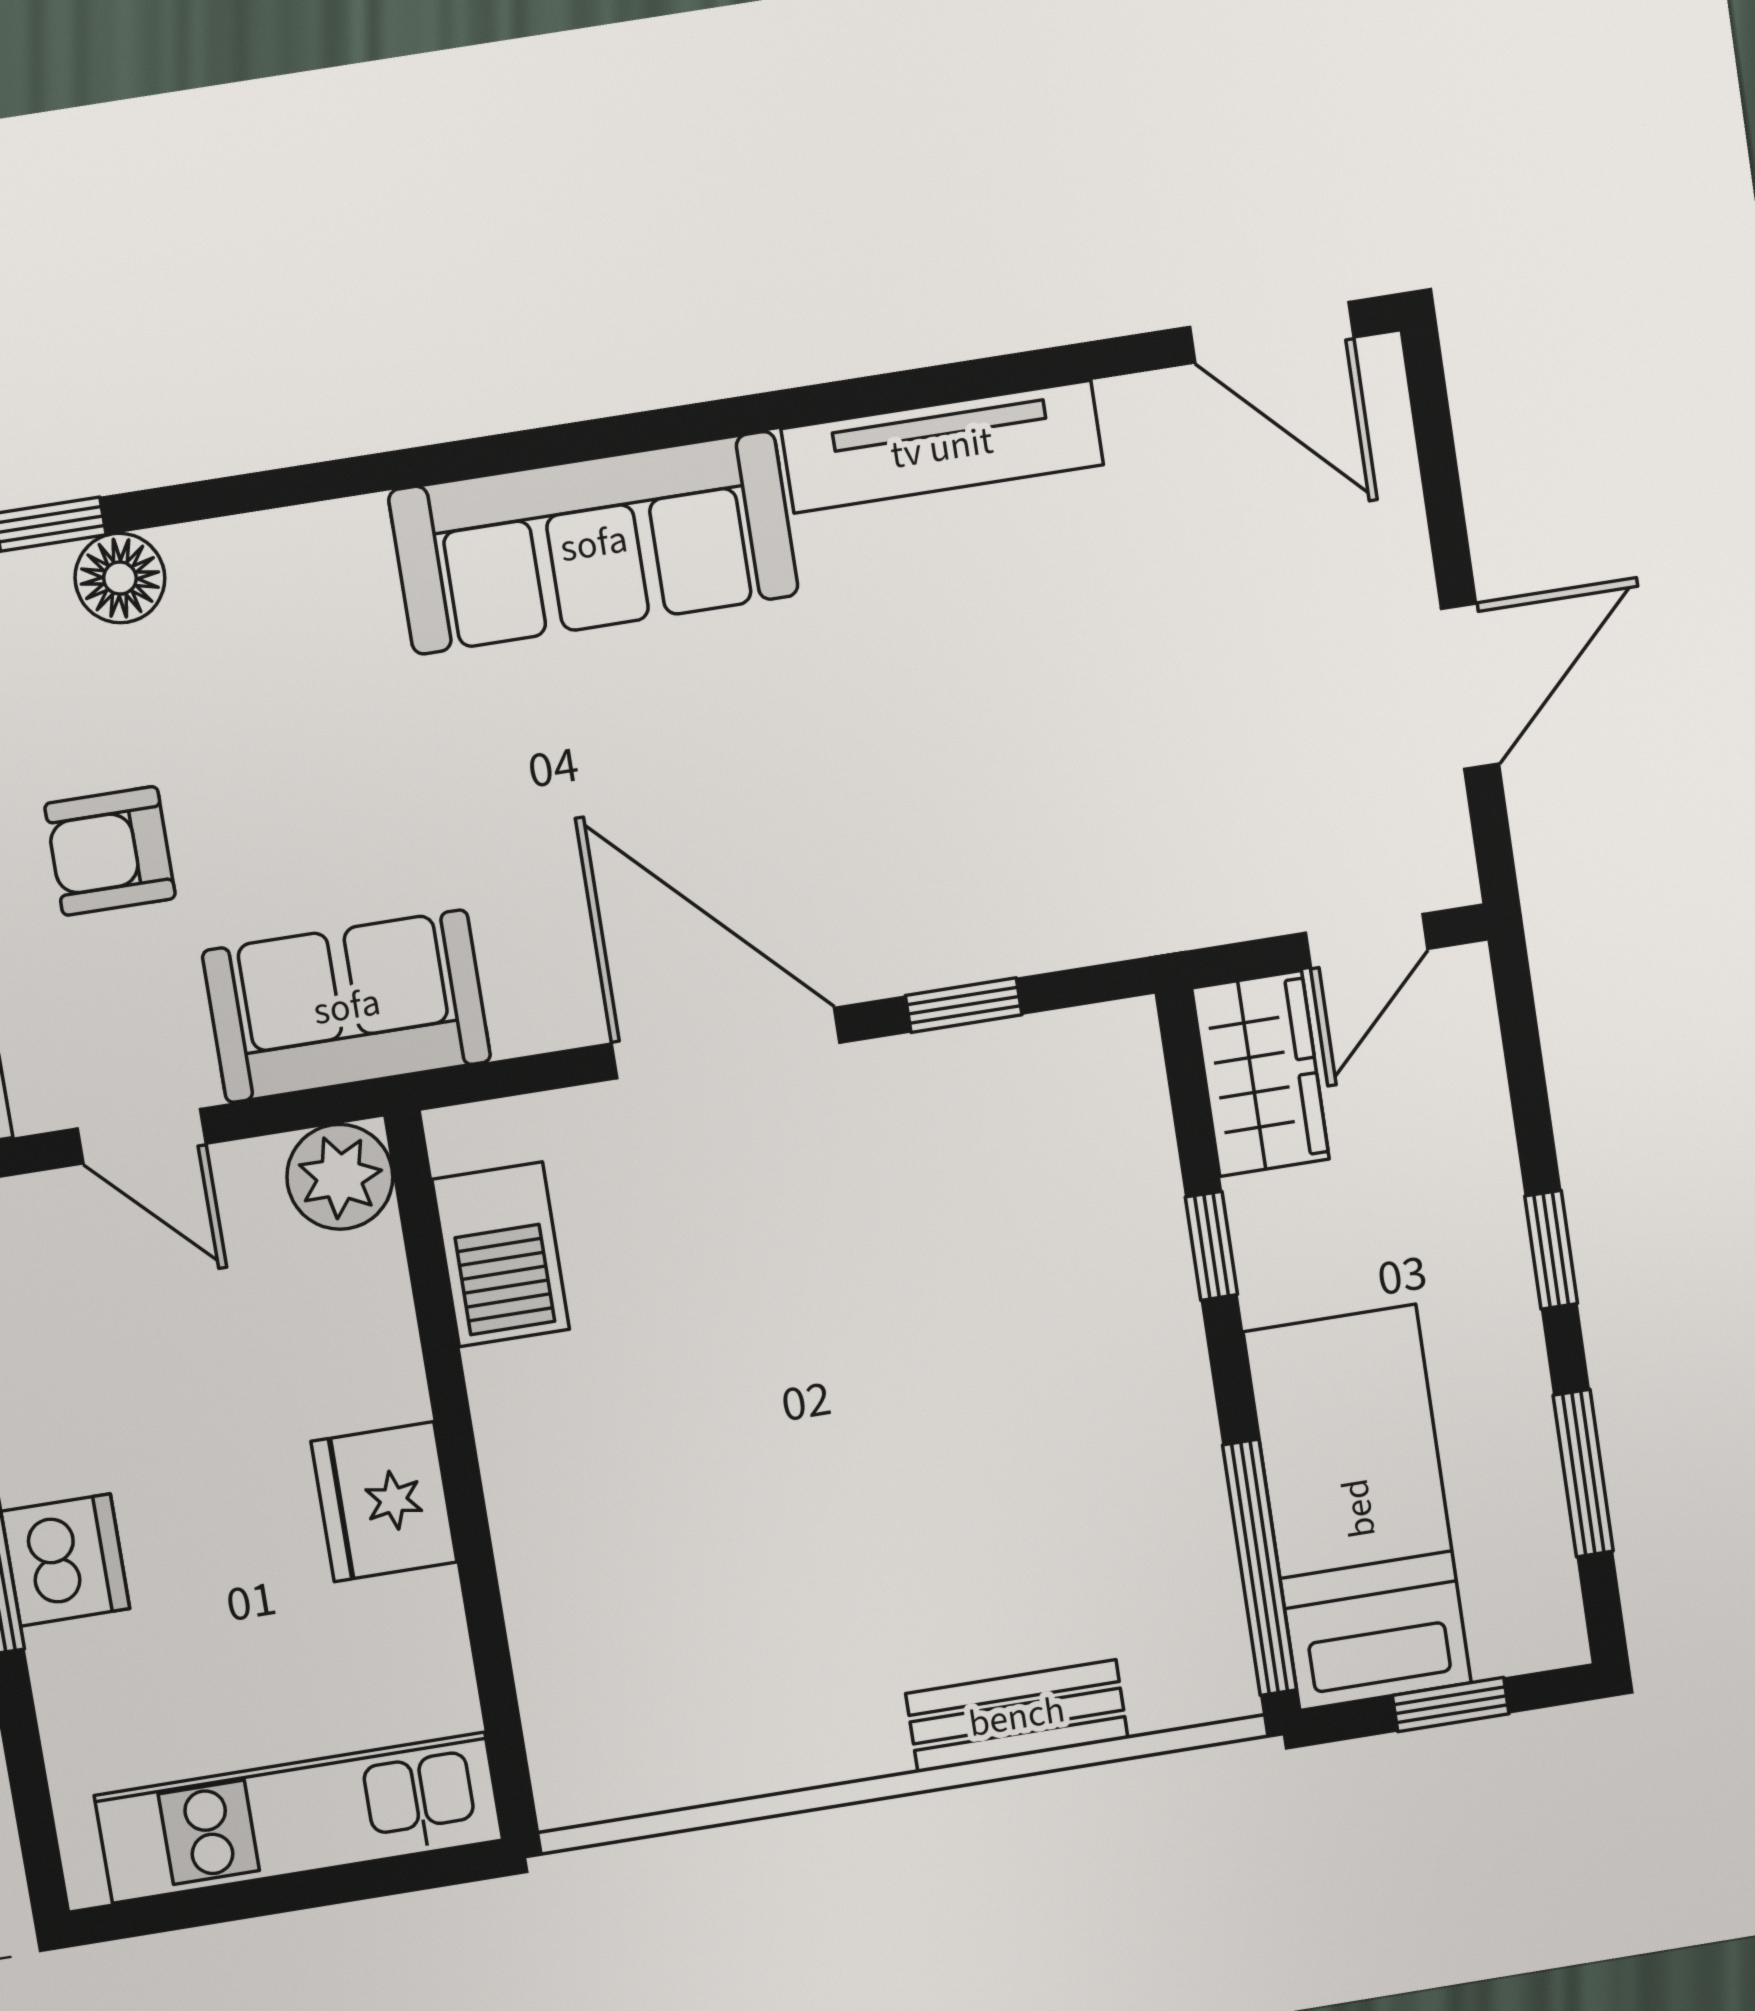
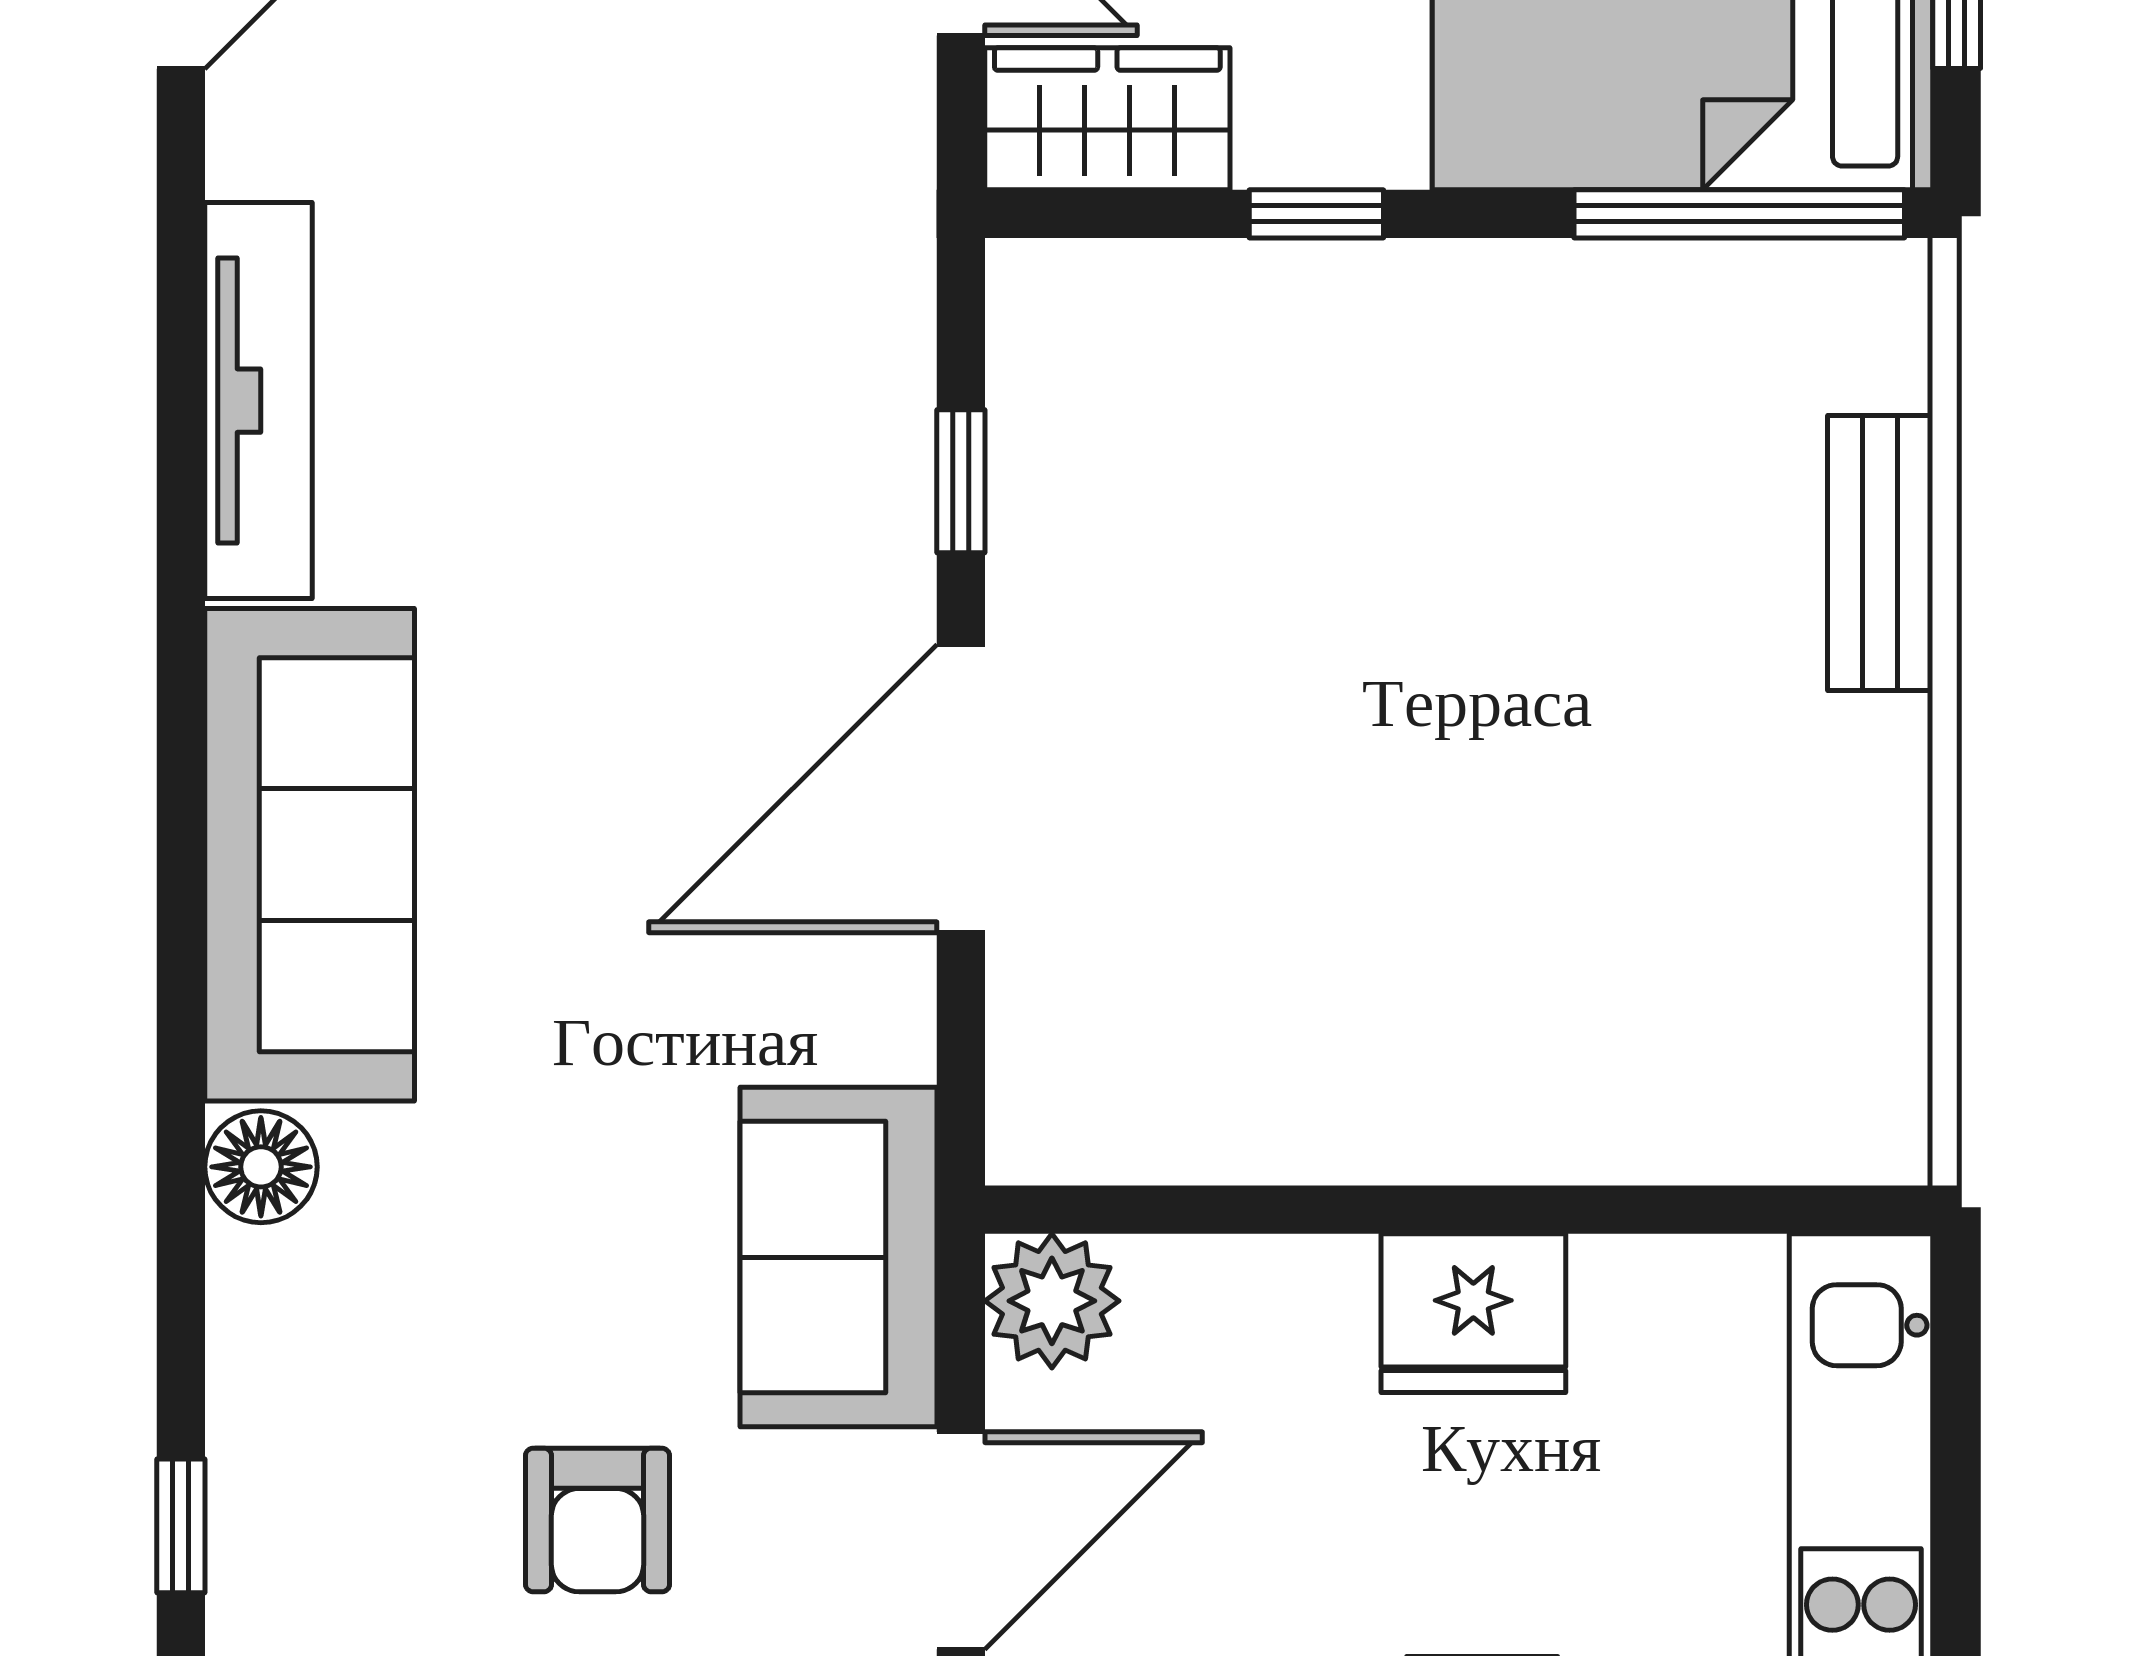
floor lamp: (120, 578) -> (261, 1167), moved
door: (142, 1136) -> (961, 1541), width x1.38
barbecue: (501, 1254) -> (1183, 1115), removed

